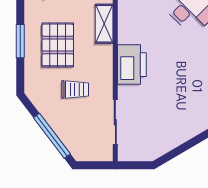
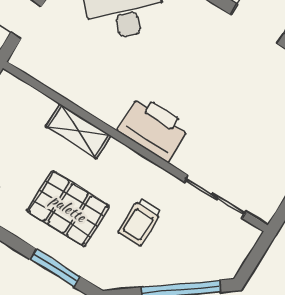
window: (20, 41) -> (55, 268), moved
trolley: (75, 89) -> (140, 222), turned 180

